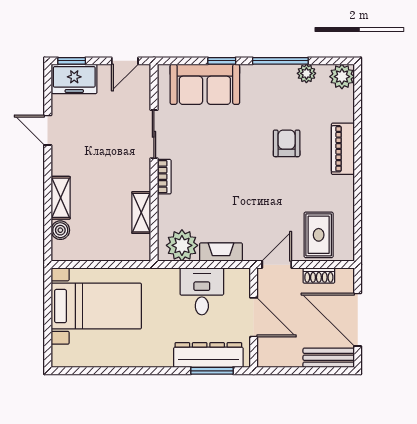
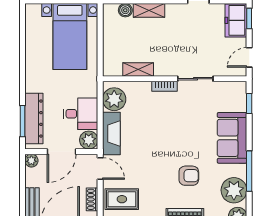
door: (125, 61) -> (249, 57), hinge flipped
window: (222, 61) -> (249, 103), moved
plant: (306, 73) -> (234, 190), width x1.87, depth x1.87
sofa: (205, 84) -> (232, 138), moved
fireplace: (221, 252) -> (111, 133), width x1.37, depth x1.32
plant: (238, 280) -> (89, 140), added
plant: (266, 359) -> (31, 161), added

